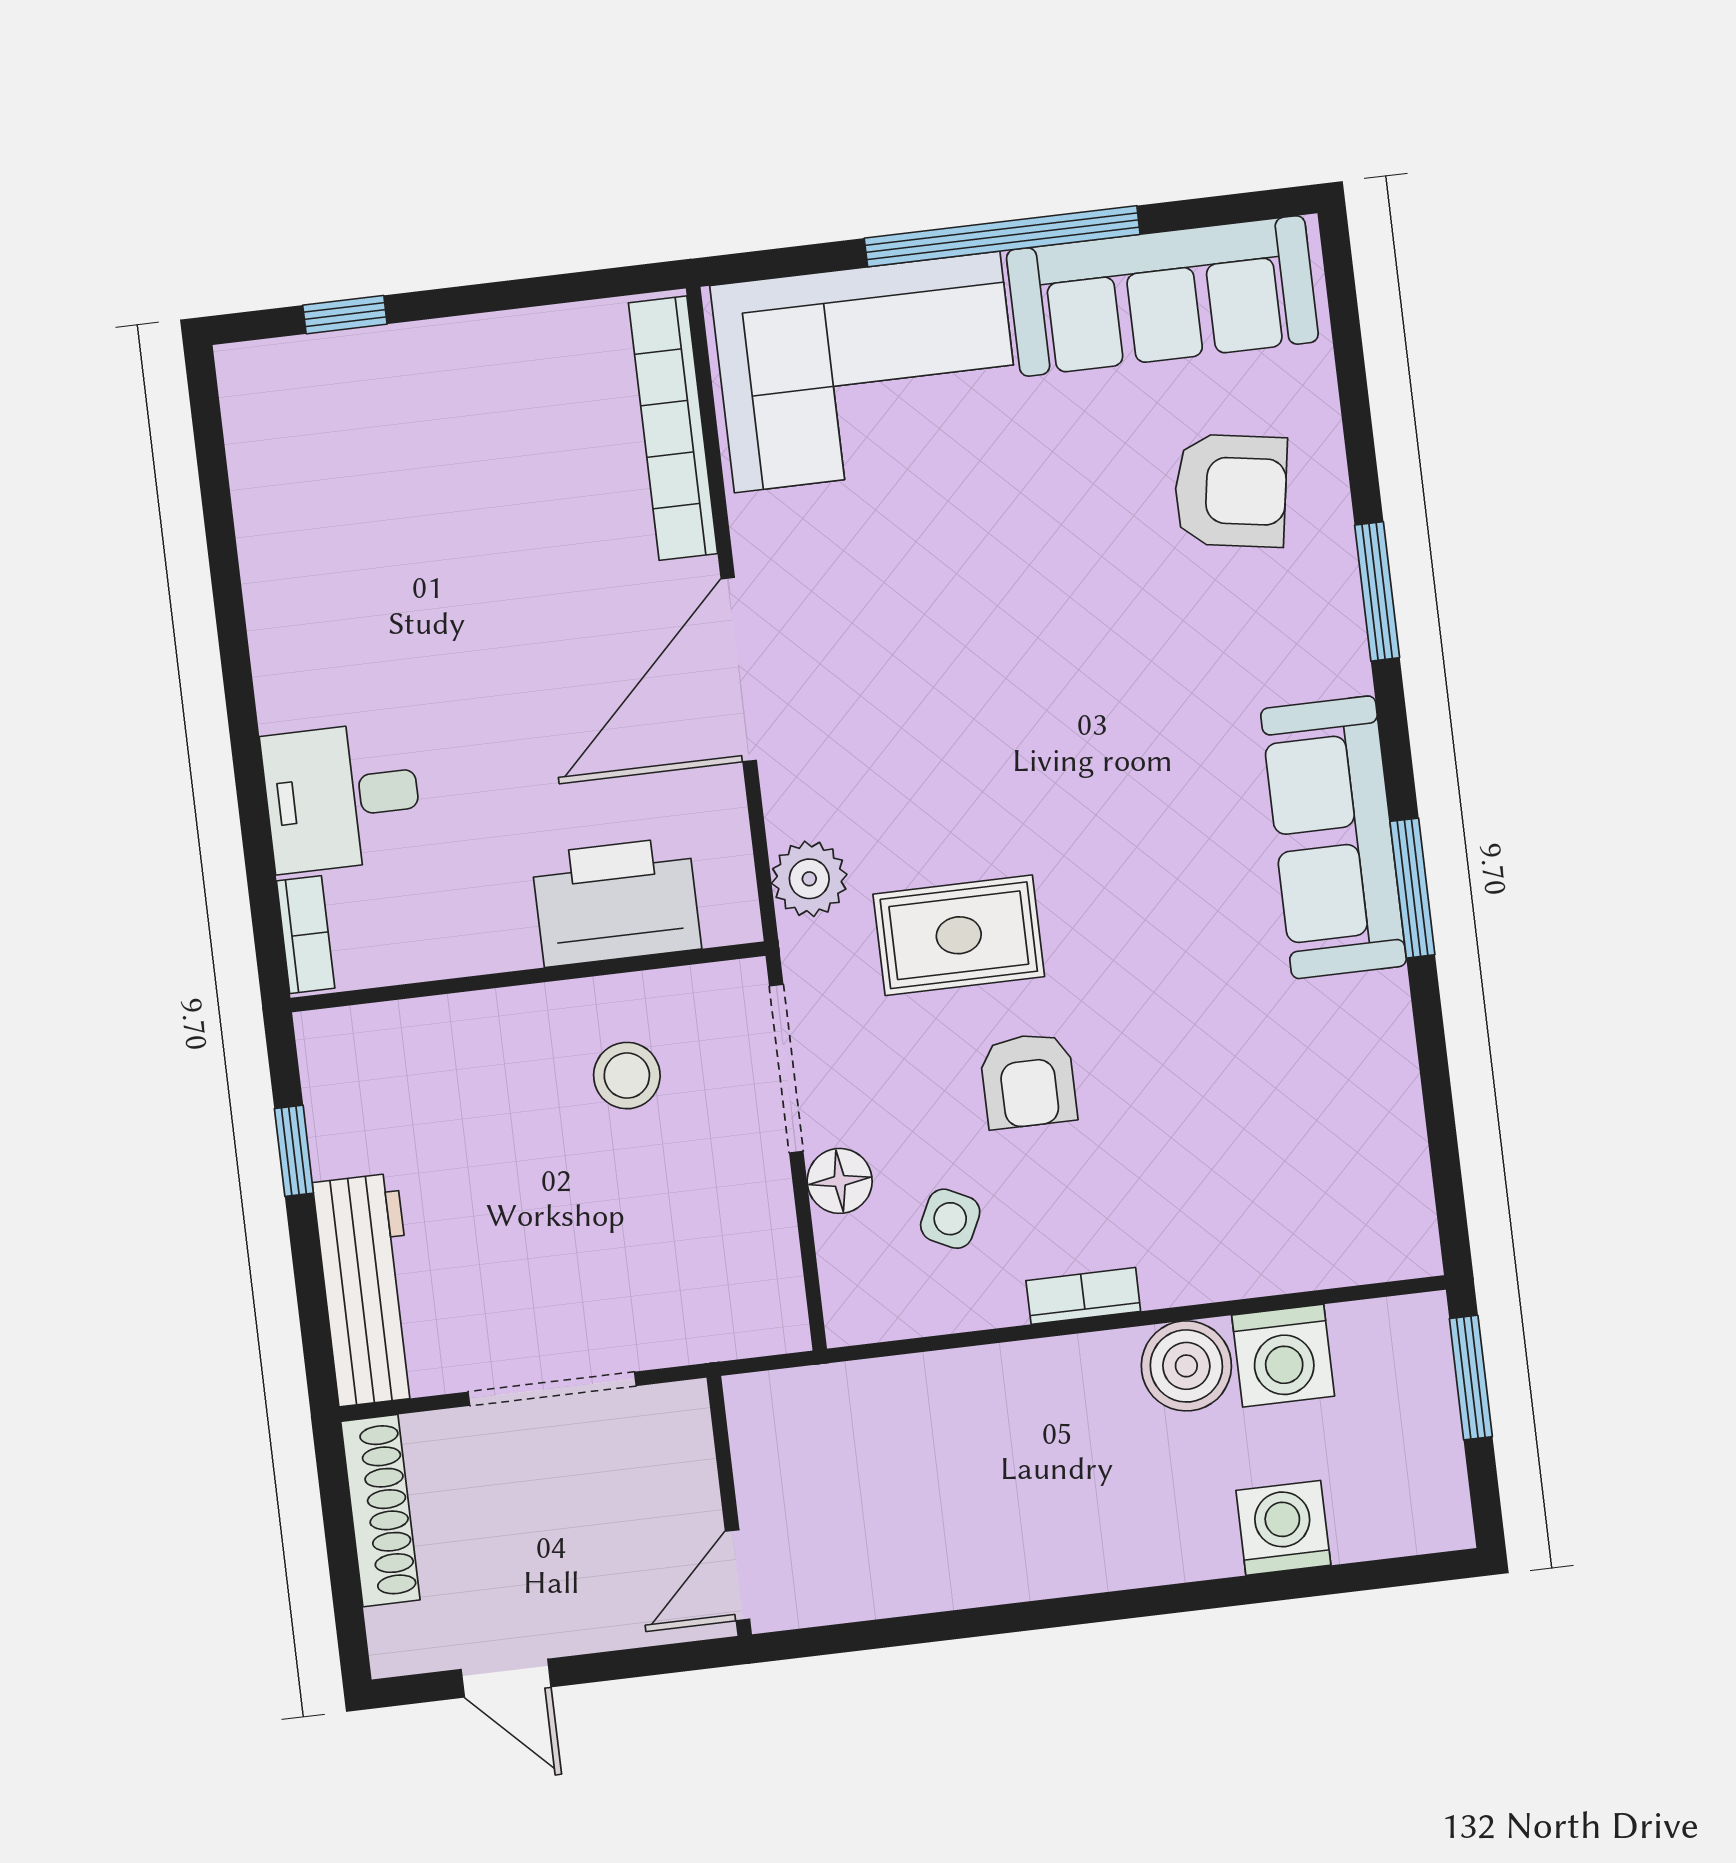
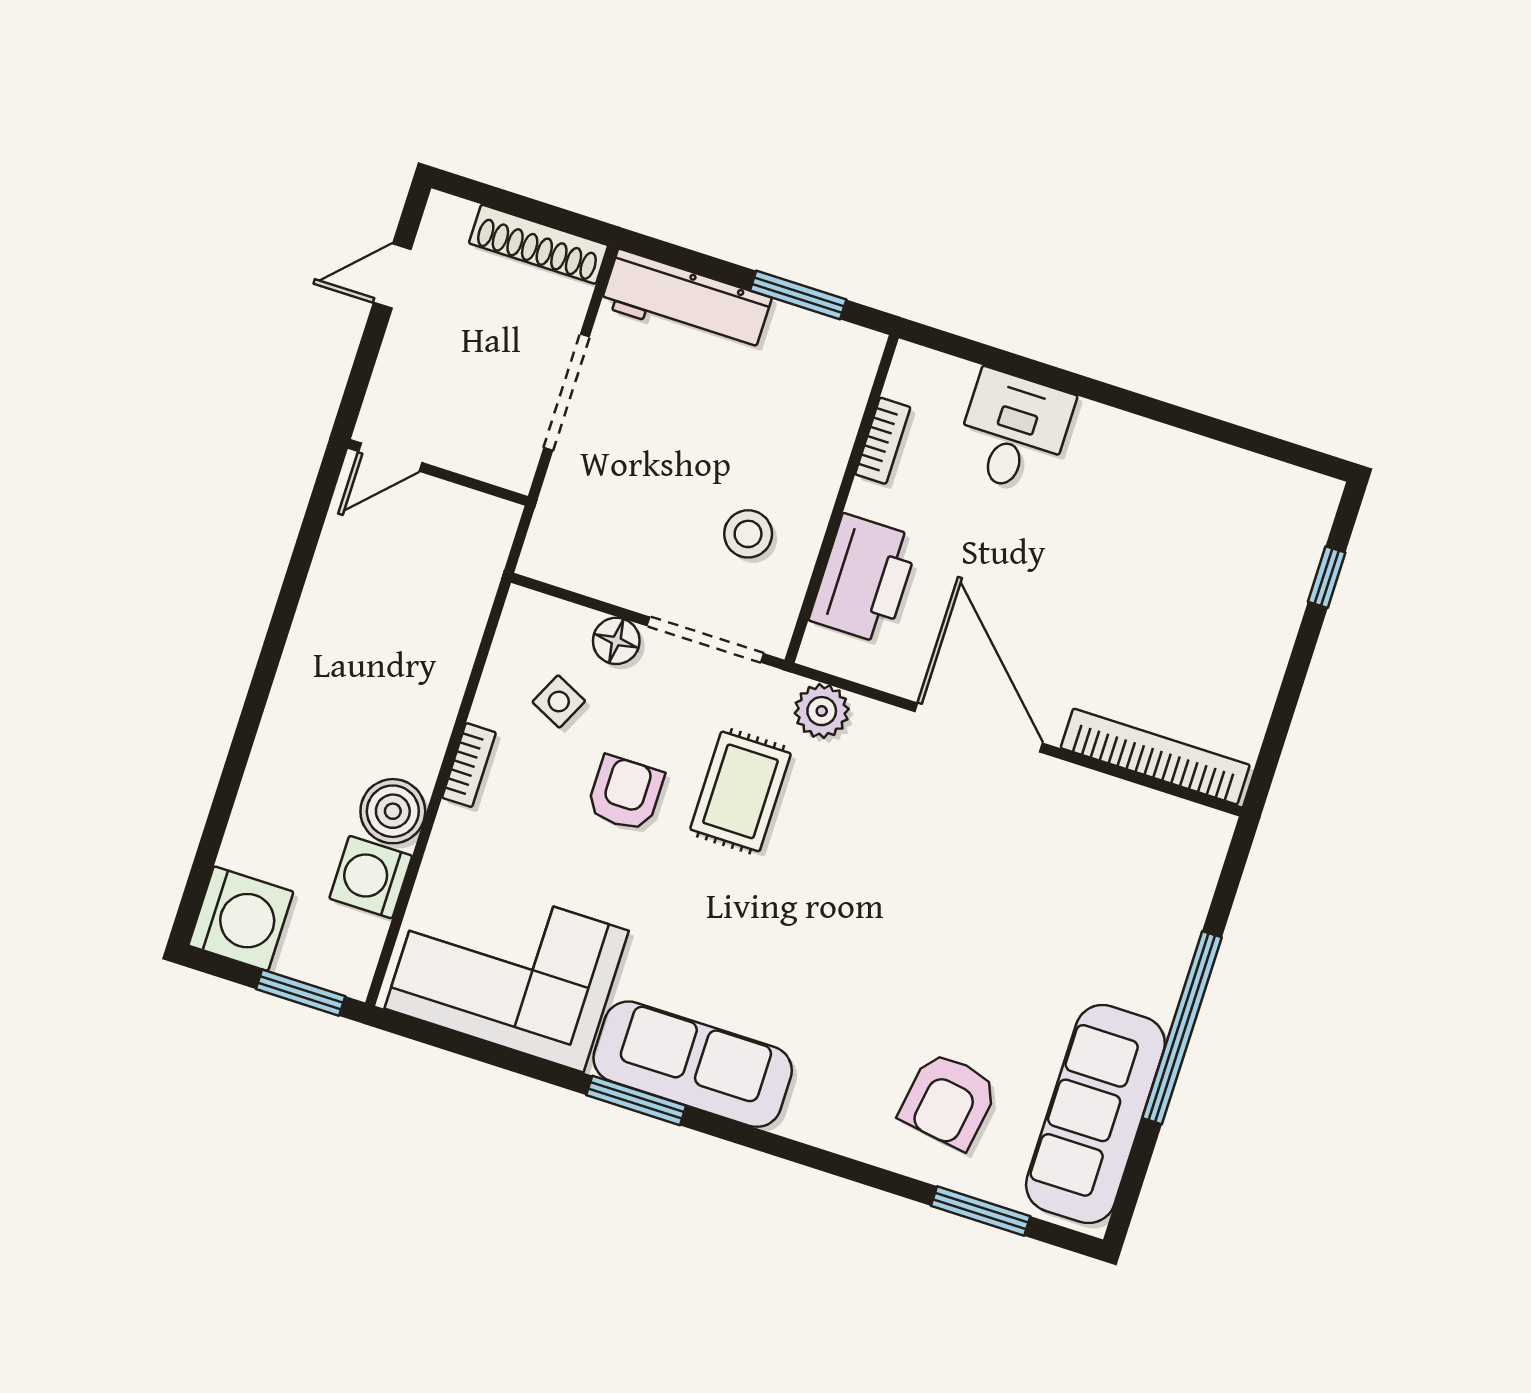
corner sofa: (867, 372) -> (507, 970), moved, turned 90
window: (1377, 591) -> (981, 1211), moved
bookcase: (306, 935) -> (883, 441), moved, turned -90
armchair: (1028, 1081) -> (625, 793), turned 90
window: (294, 1151) -> (798, 295), width x1.50
washing machine: (1283, 1528) -> (241, 919), moved, width x1.37, depth x1.37
door: (738, 1575) -> (390, 457), swing flipped

